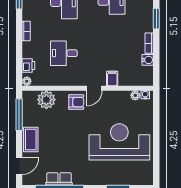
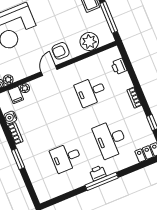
desk: (64, 53) -> (91, 91), turned 180
filing cabinet: (112, 78) -> (16, 95), moved
plant: (27, 81) -> (25, 88), moved

